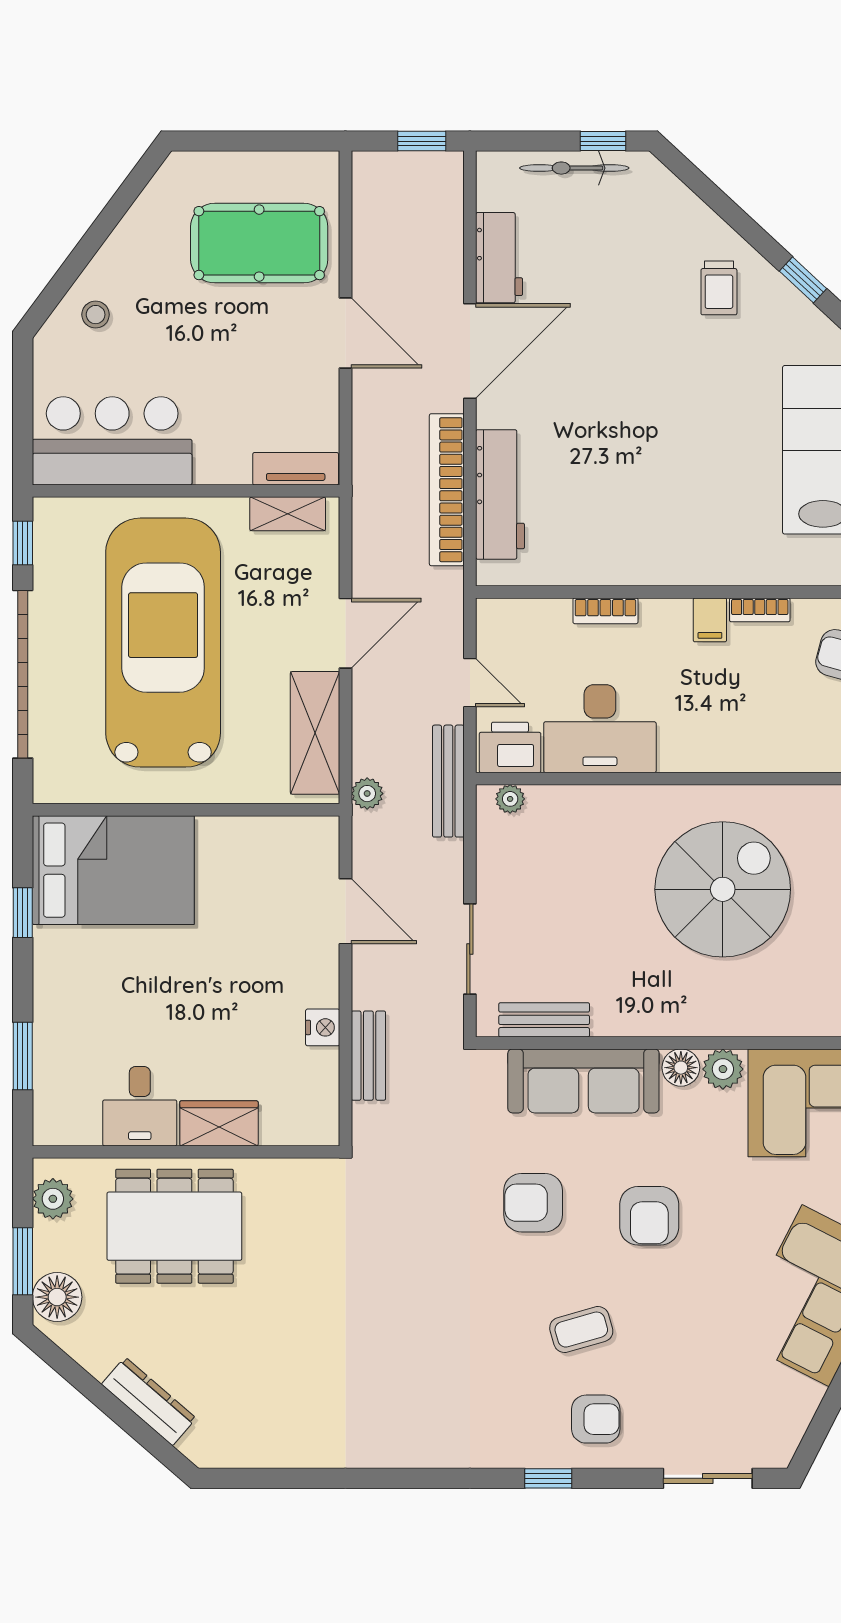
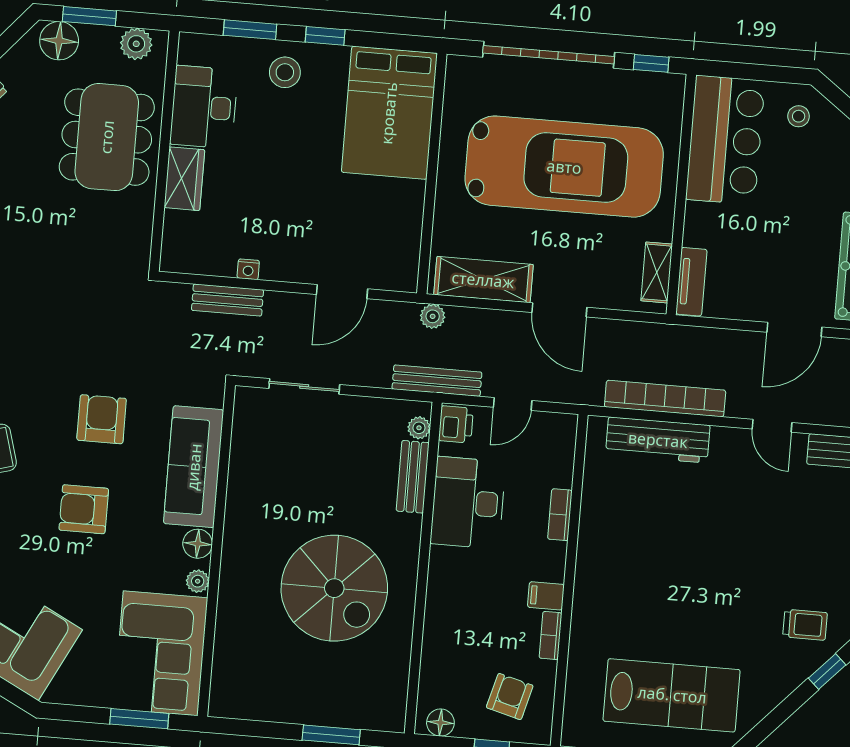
window: (803, 280) -> (827, 672), moved
trolley: (719, 288) -> (805, 625), turned 180
stool: (96, 315) -> (799, 116), moved
door: (470, 351) -> (772, 426), width x0.53
printer: (510, 747) -> (456, 424), width x0.73, depth x0.81
window: (23, 913) -> (325, 36), moved
stool: (73, 1007) -> (285, 72), added
bench: (544, 1020) -> (413, 477), moved
nightstand: (323, 1027) -> (248, 269), width x0.72, depth x0.74
plant: (723, 1069) -> (198, 581), width x0.73, depth x0.73
desk: (140, 1106) -> (204, 107), width x1.37

